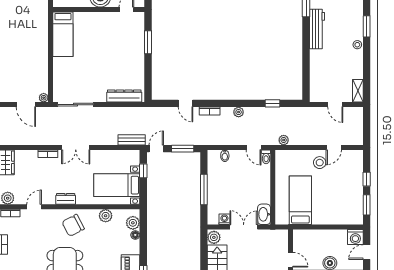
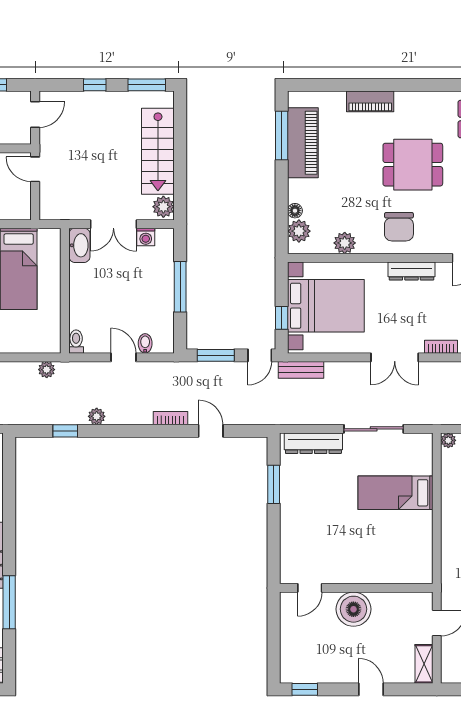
bed: (63, 34) -> (395, 493), moved, turned -90
window: (148, 42) -> (274, 484), moved
sliding door: (76, 105) -> (374, 429), moved
plant: (239, 112) -> (97, 416), moved
double door: (76, 147) -> (395, 357), swing flipped
door: (254, 147) -> (124, 357), moved
bed with nightstands: (117, 185) -> (326, 306), width x1.36
dresser: (66, 199) -> (411, 271), width x1.44
chair: (73, 225) -> (399, 227), turned 118

